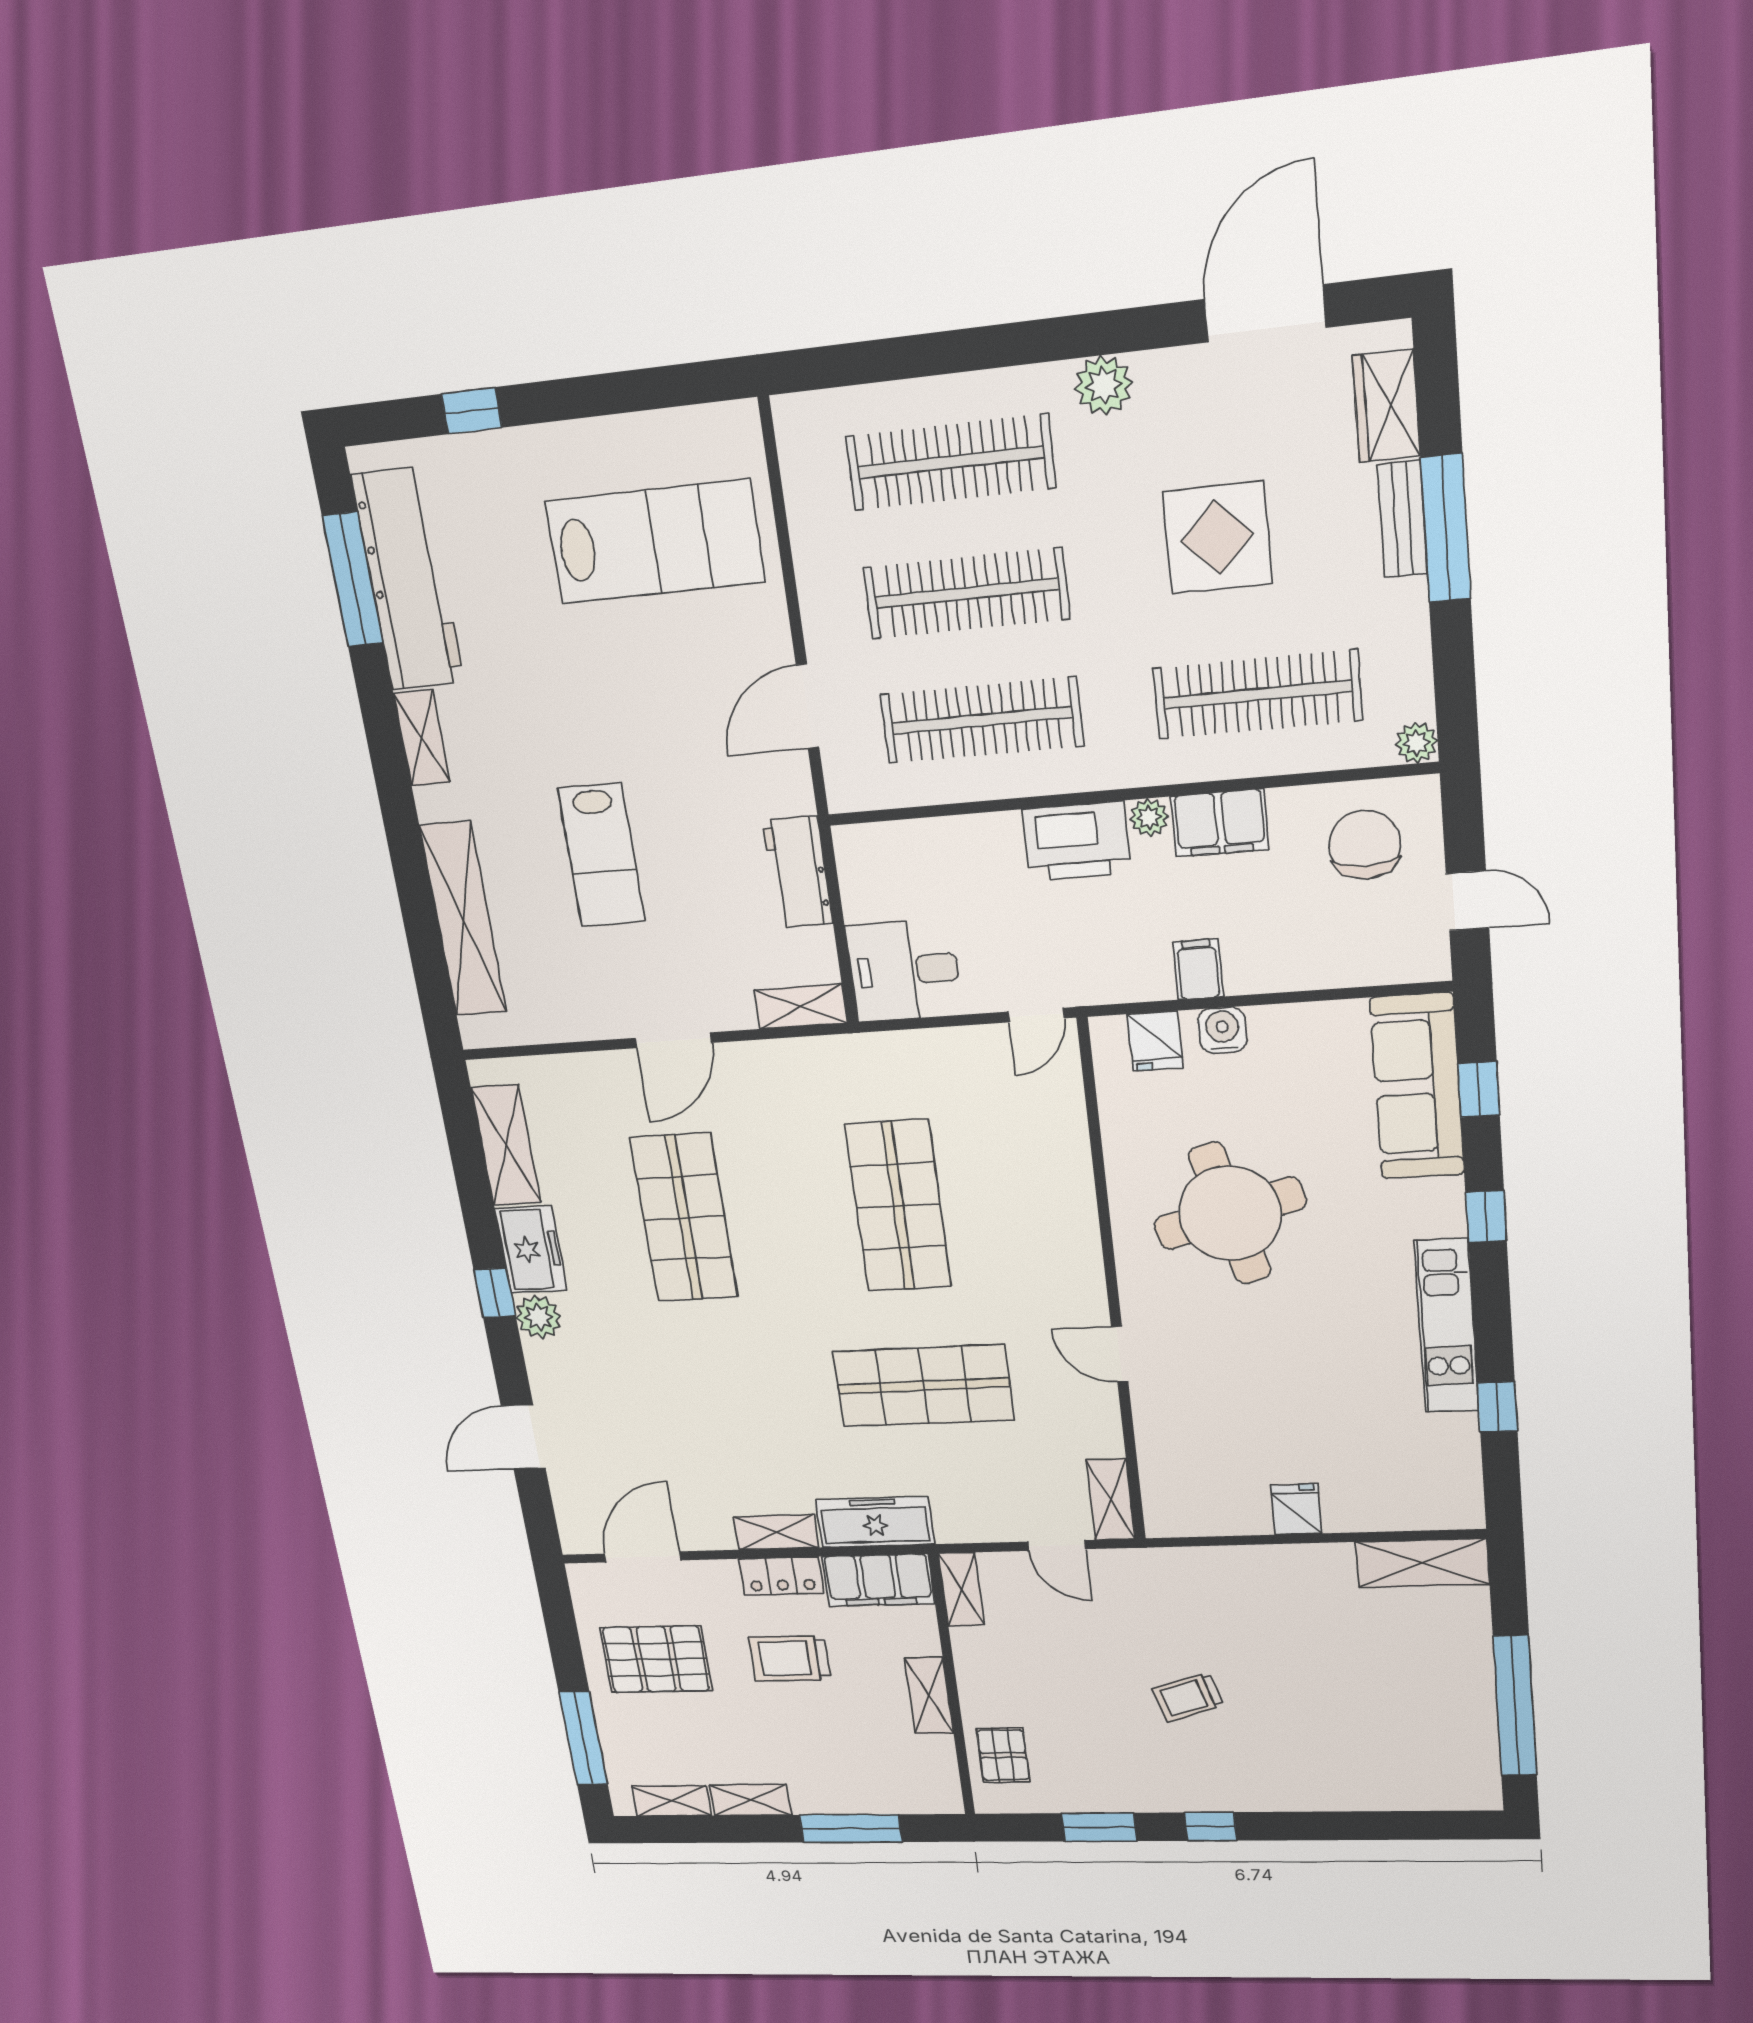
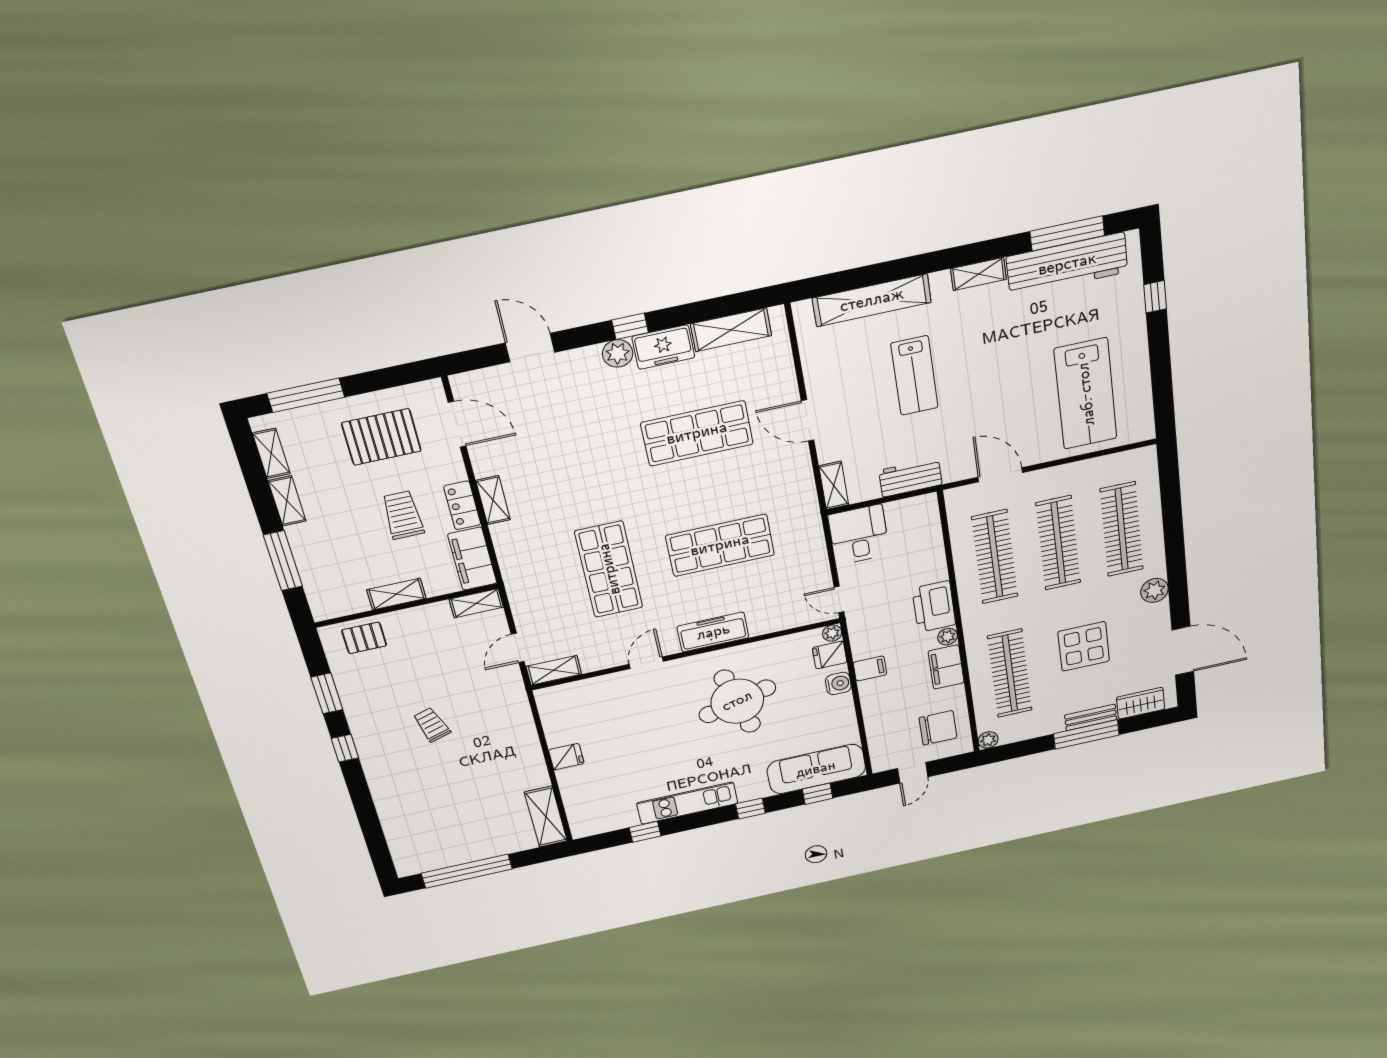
lab bench: (601, 855) -> (914, 376), turned -90
plant: (1107, 1033) -> (832, 633), added
freezer: (875, 1522) -> (713, 632), moved, turned -90
pallet: (656, 1659) -> (381, 437), turned 90

